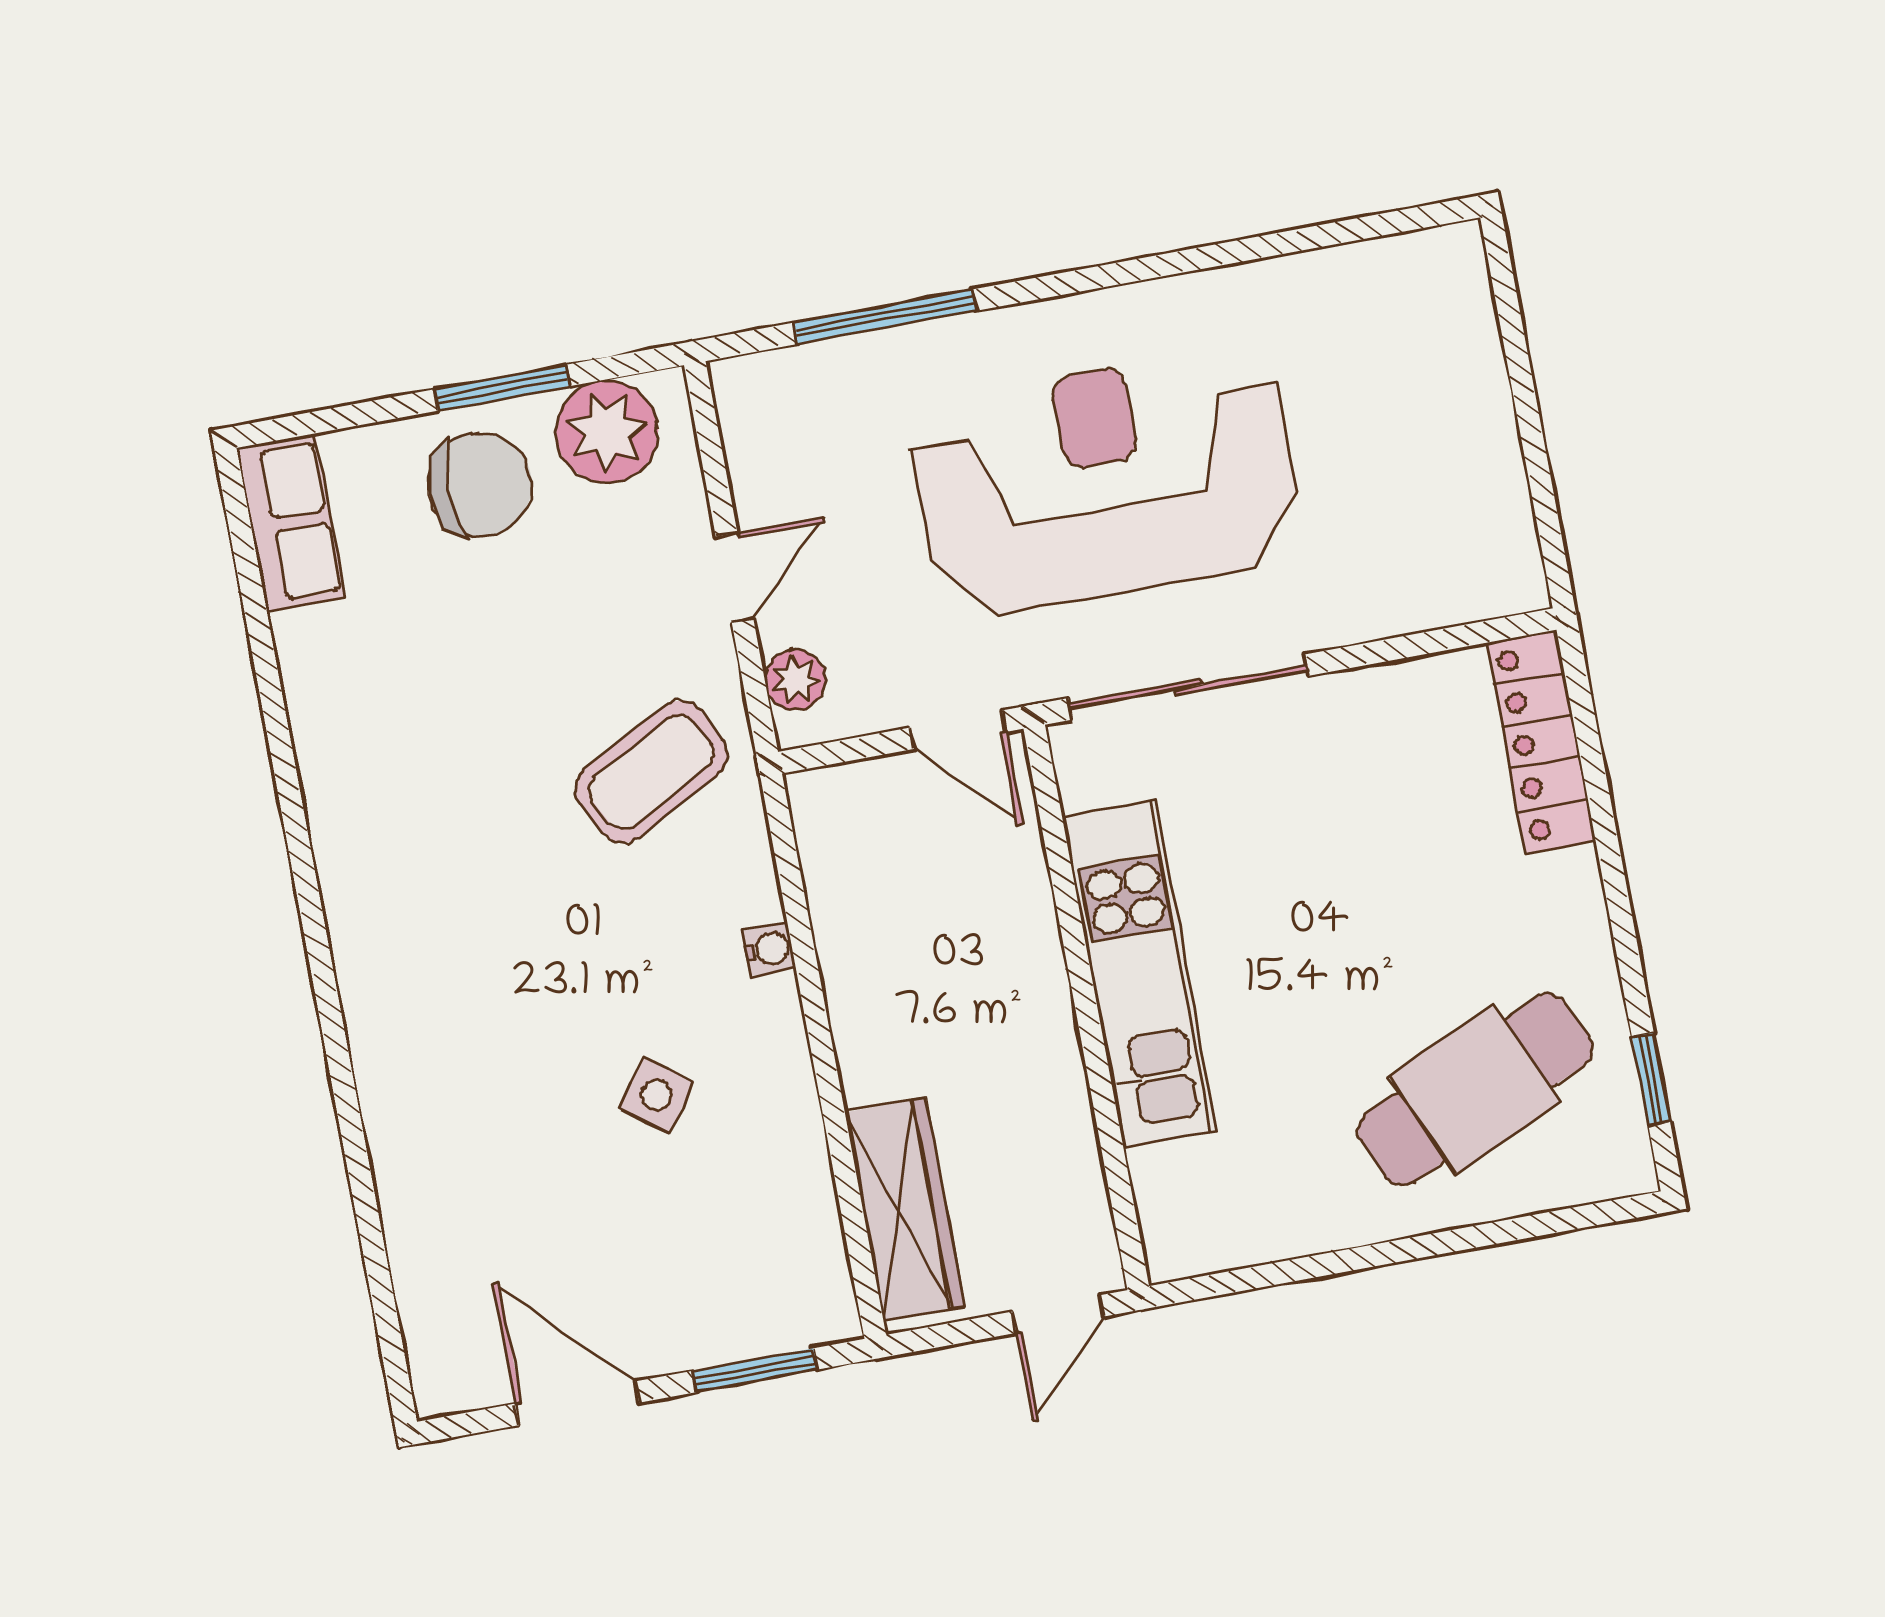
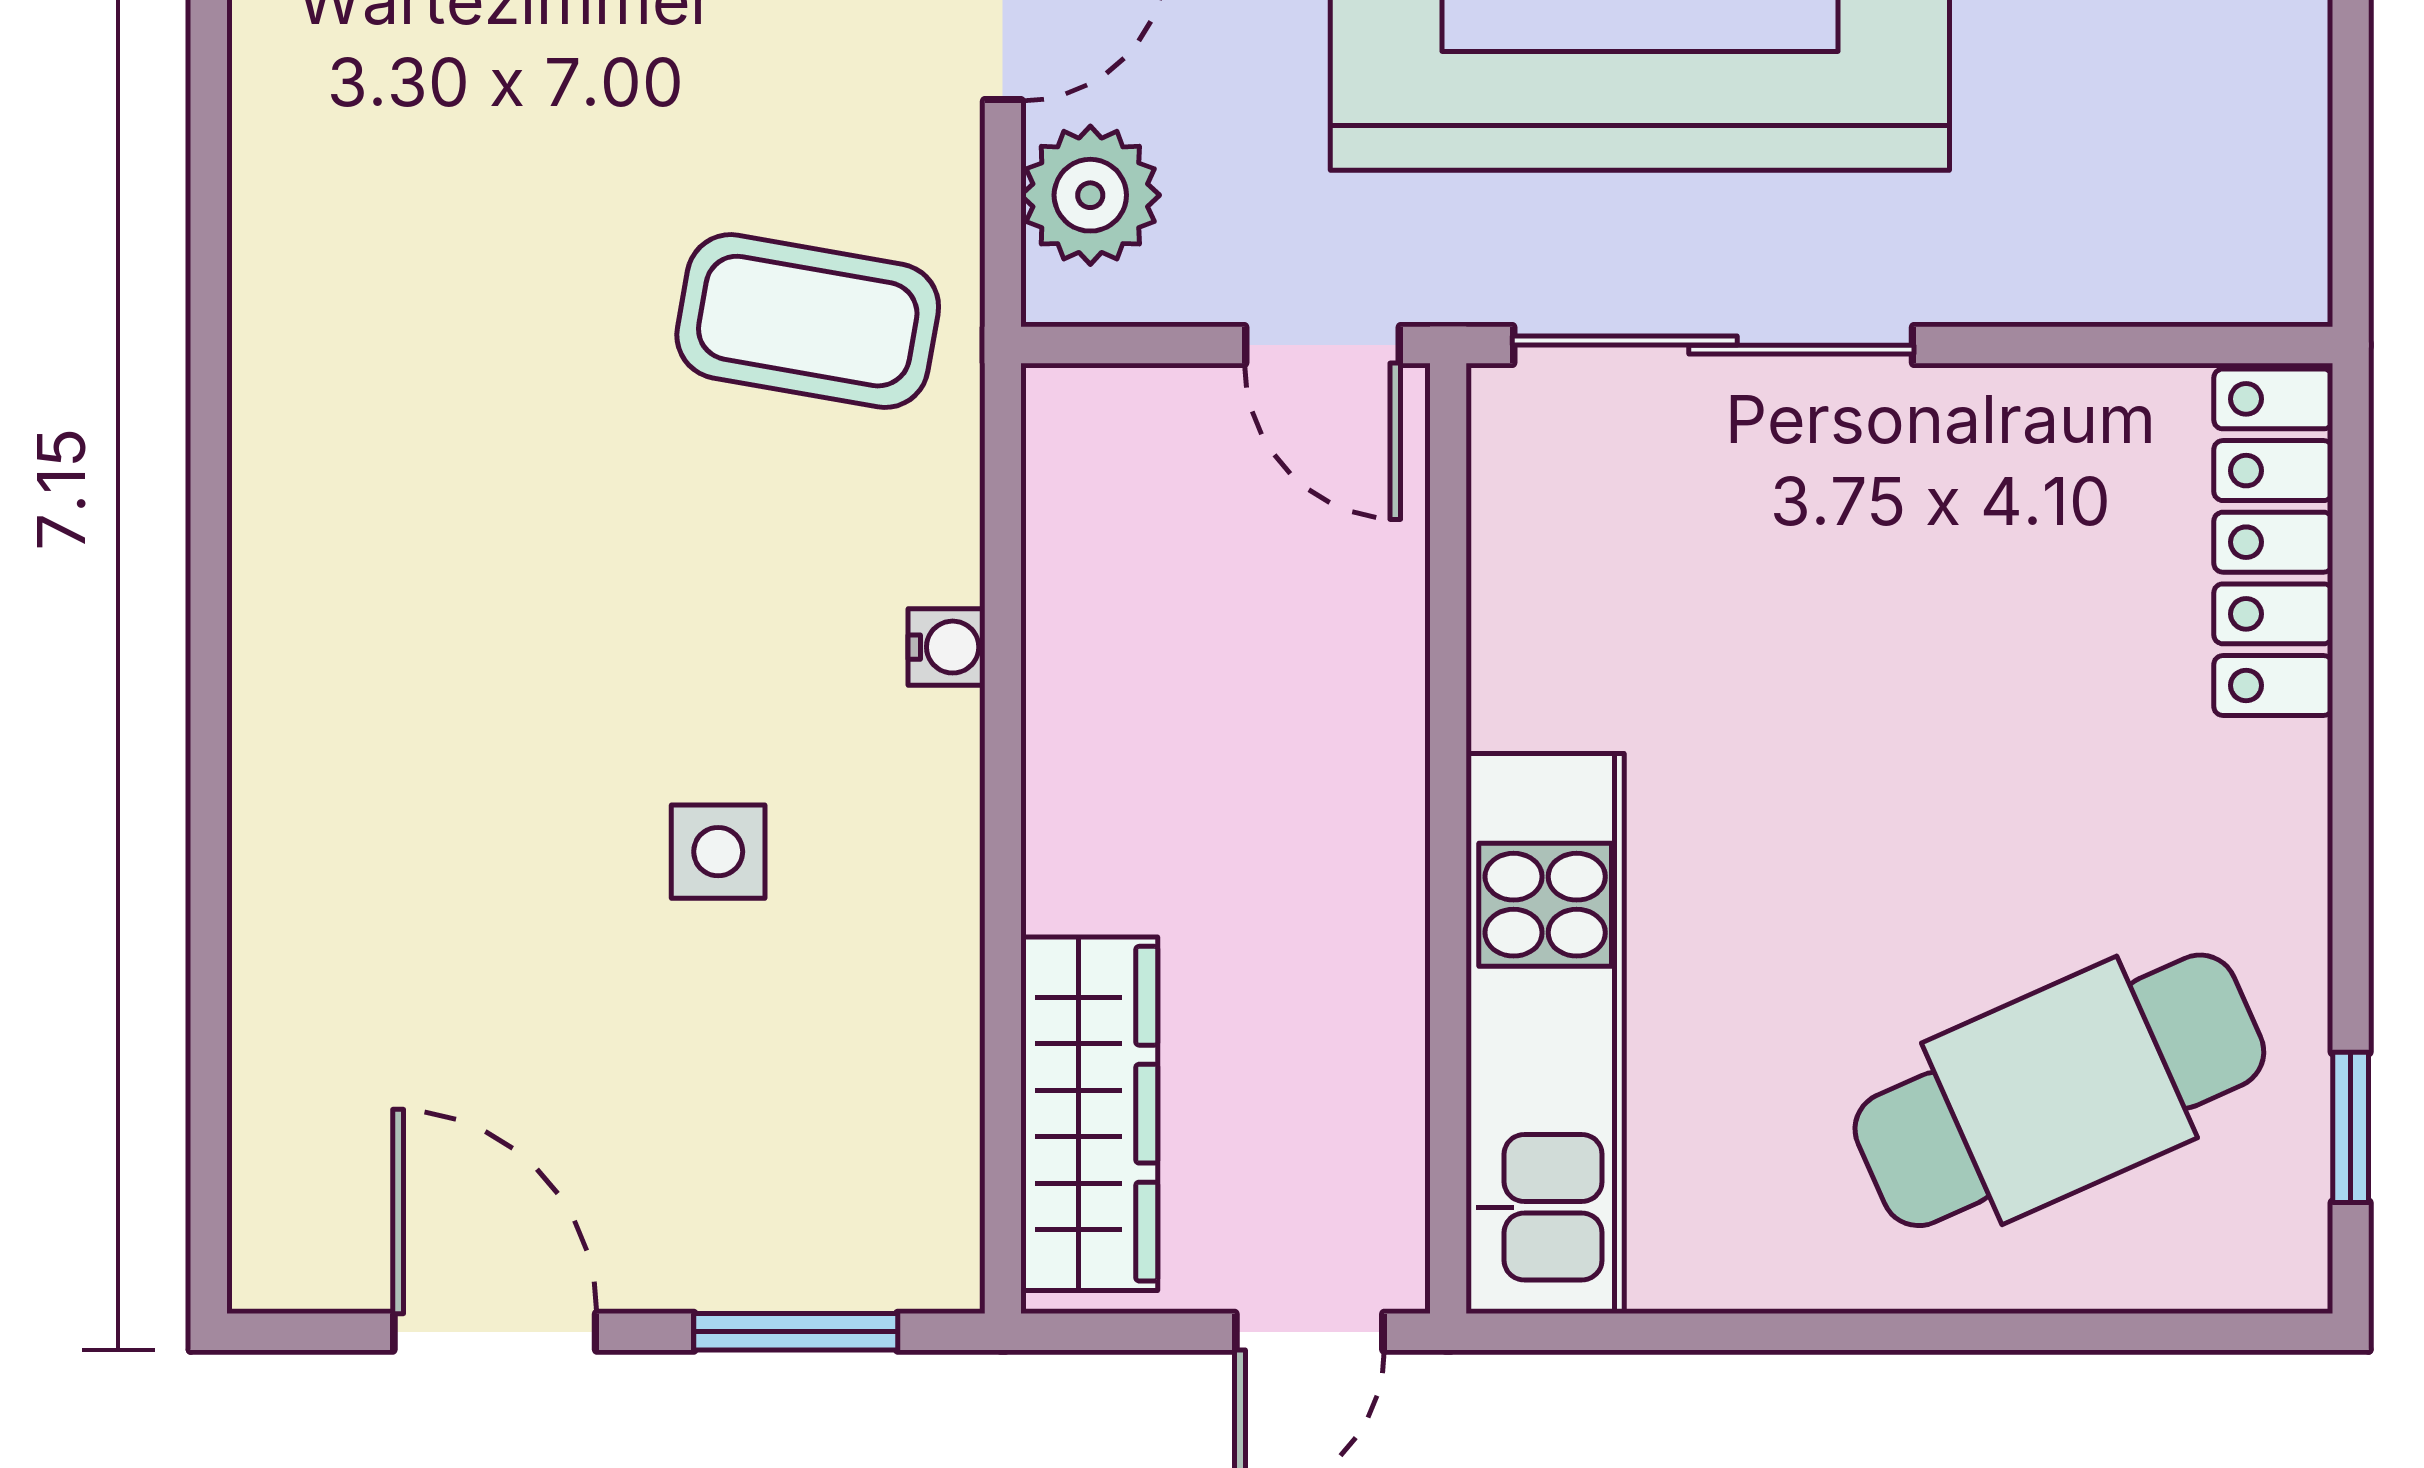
plant: (795, 680) -> (1090, 195), width x1.38, depth x1.38
coffee table: (651, 772) -> (808, 321), turned 38
kitchen unit: (1139, 974) -> (1545, 1034), moved
side table: (657, 1095) -> (718, 852), turned -36

